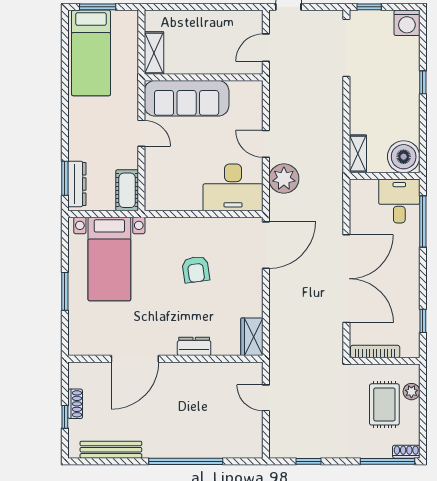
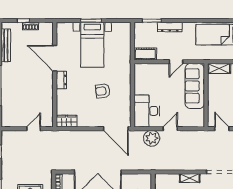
shelving: (358, 154) -> (190, 178), moved
dresser: (77, 184) -> (170, 27), moved
bed with nightstands: (109, 259) -> (92, 45), moved, turned -90
dresser: (194, 346) -> (61, 80), moved

